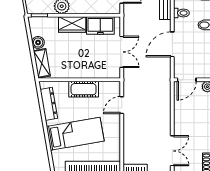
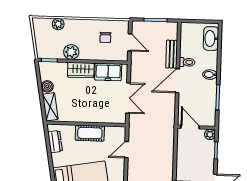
door: (172, 44) -> (177, 81), moved
door: (187, 80) -> (190, 127), swing flipped
dresser: (49, 104) -> (55, 142), width x0.70

